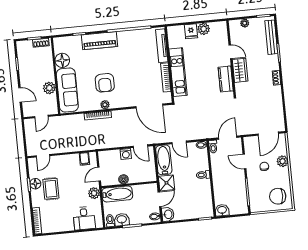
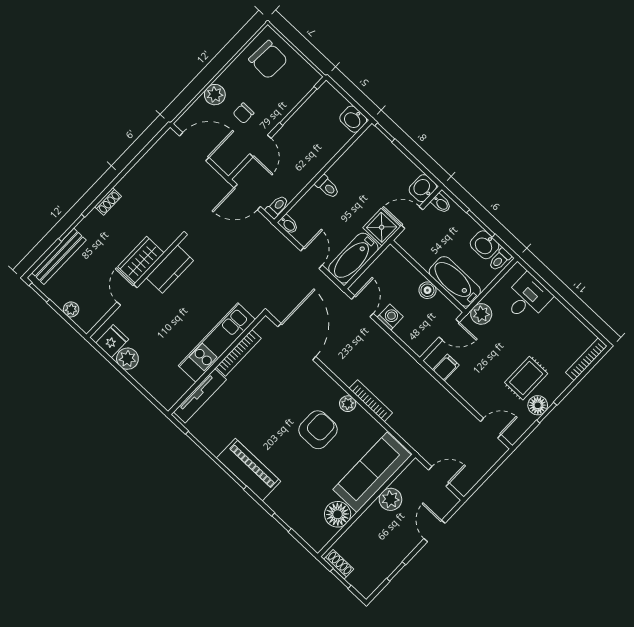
fridge: (191, 31) -> (112, 341), moved
piano: (99, 41) -> (249, 470), moved

